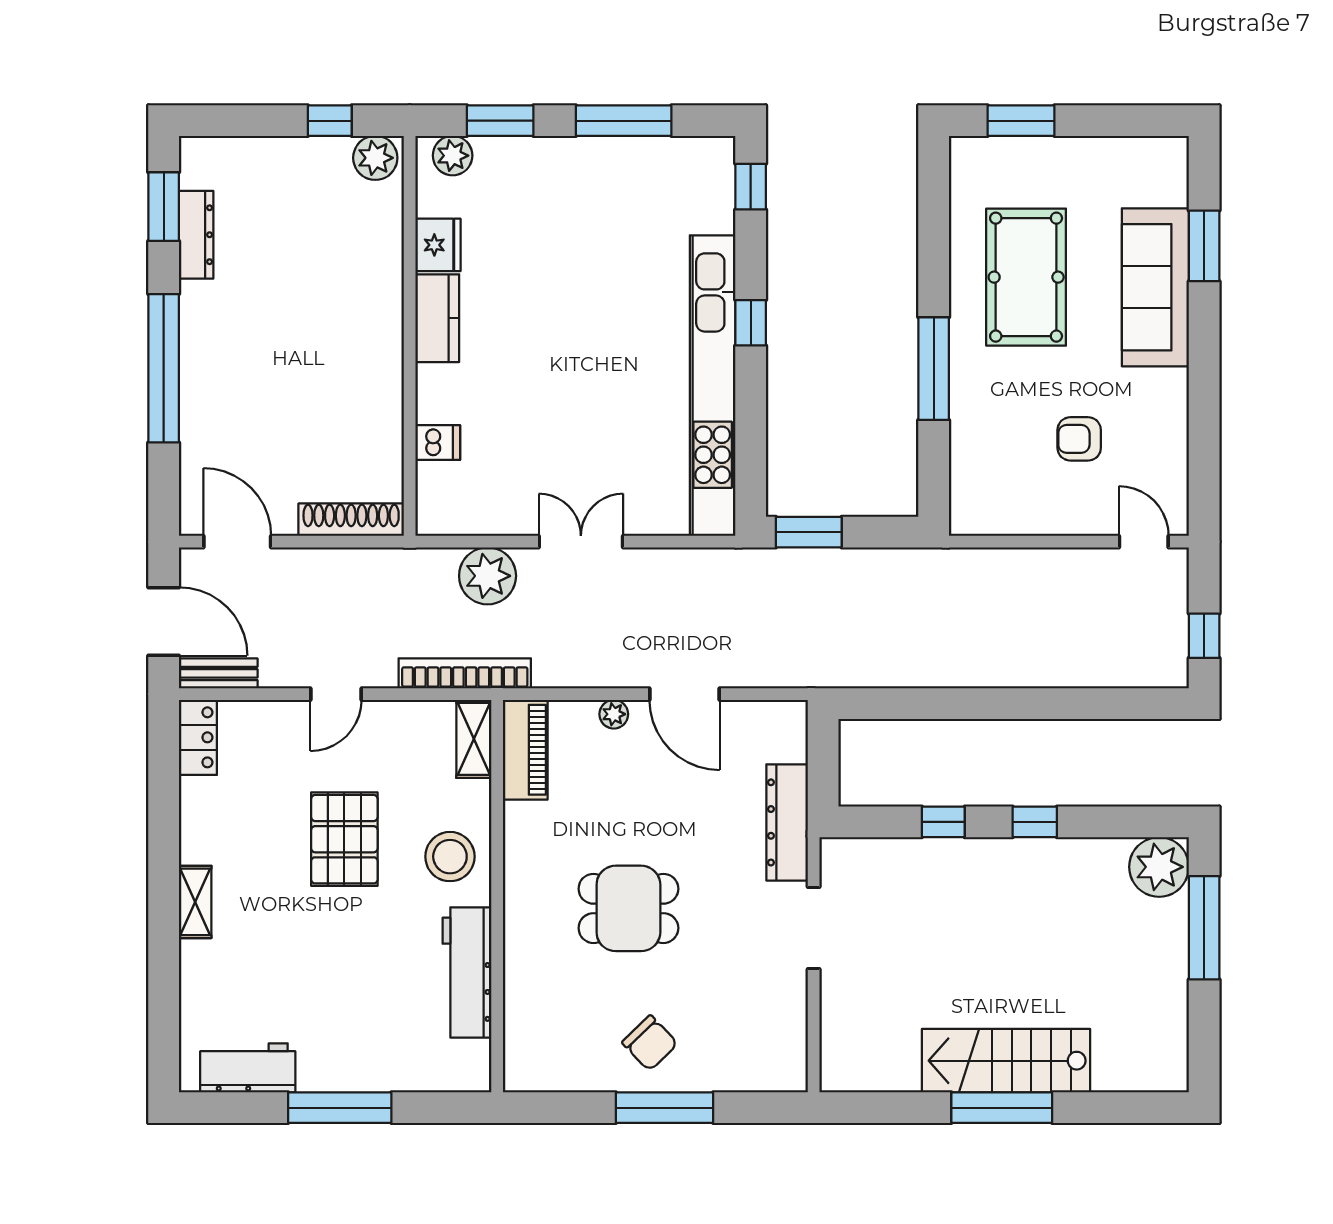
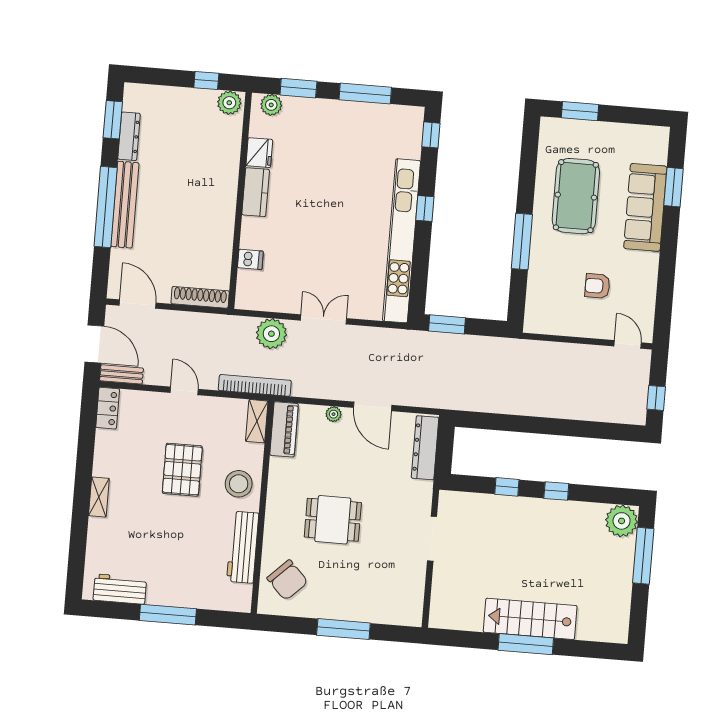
bench: (199, 361) -> (125, 205), added
door: (336, 694) -> (184, 391), swing flipped
dresser: (787, 822) -> (425, 448), moved
chair: (650, 1043) -> (287, 580), moved, width x1.37, depth x1.37

